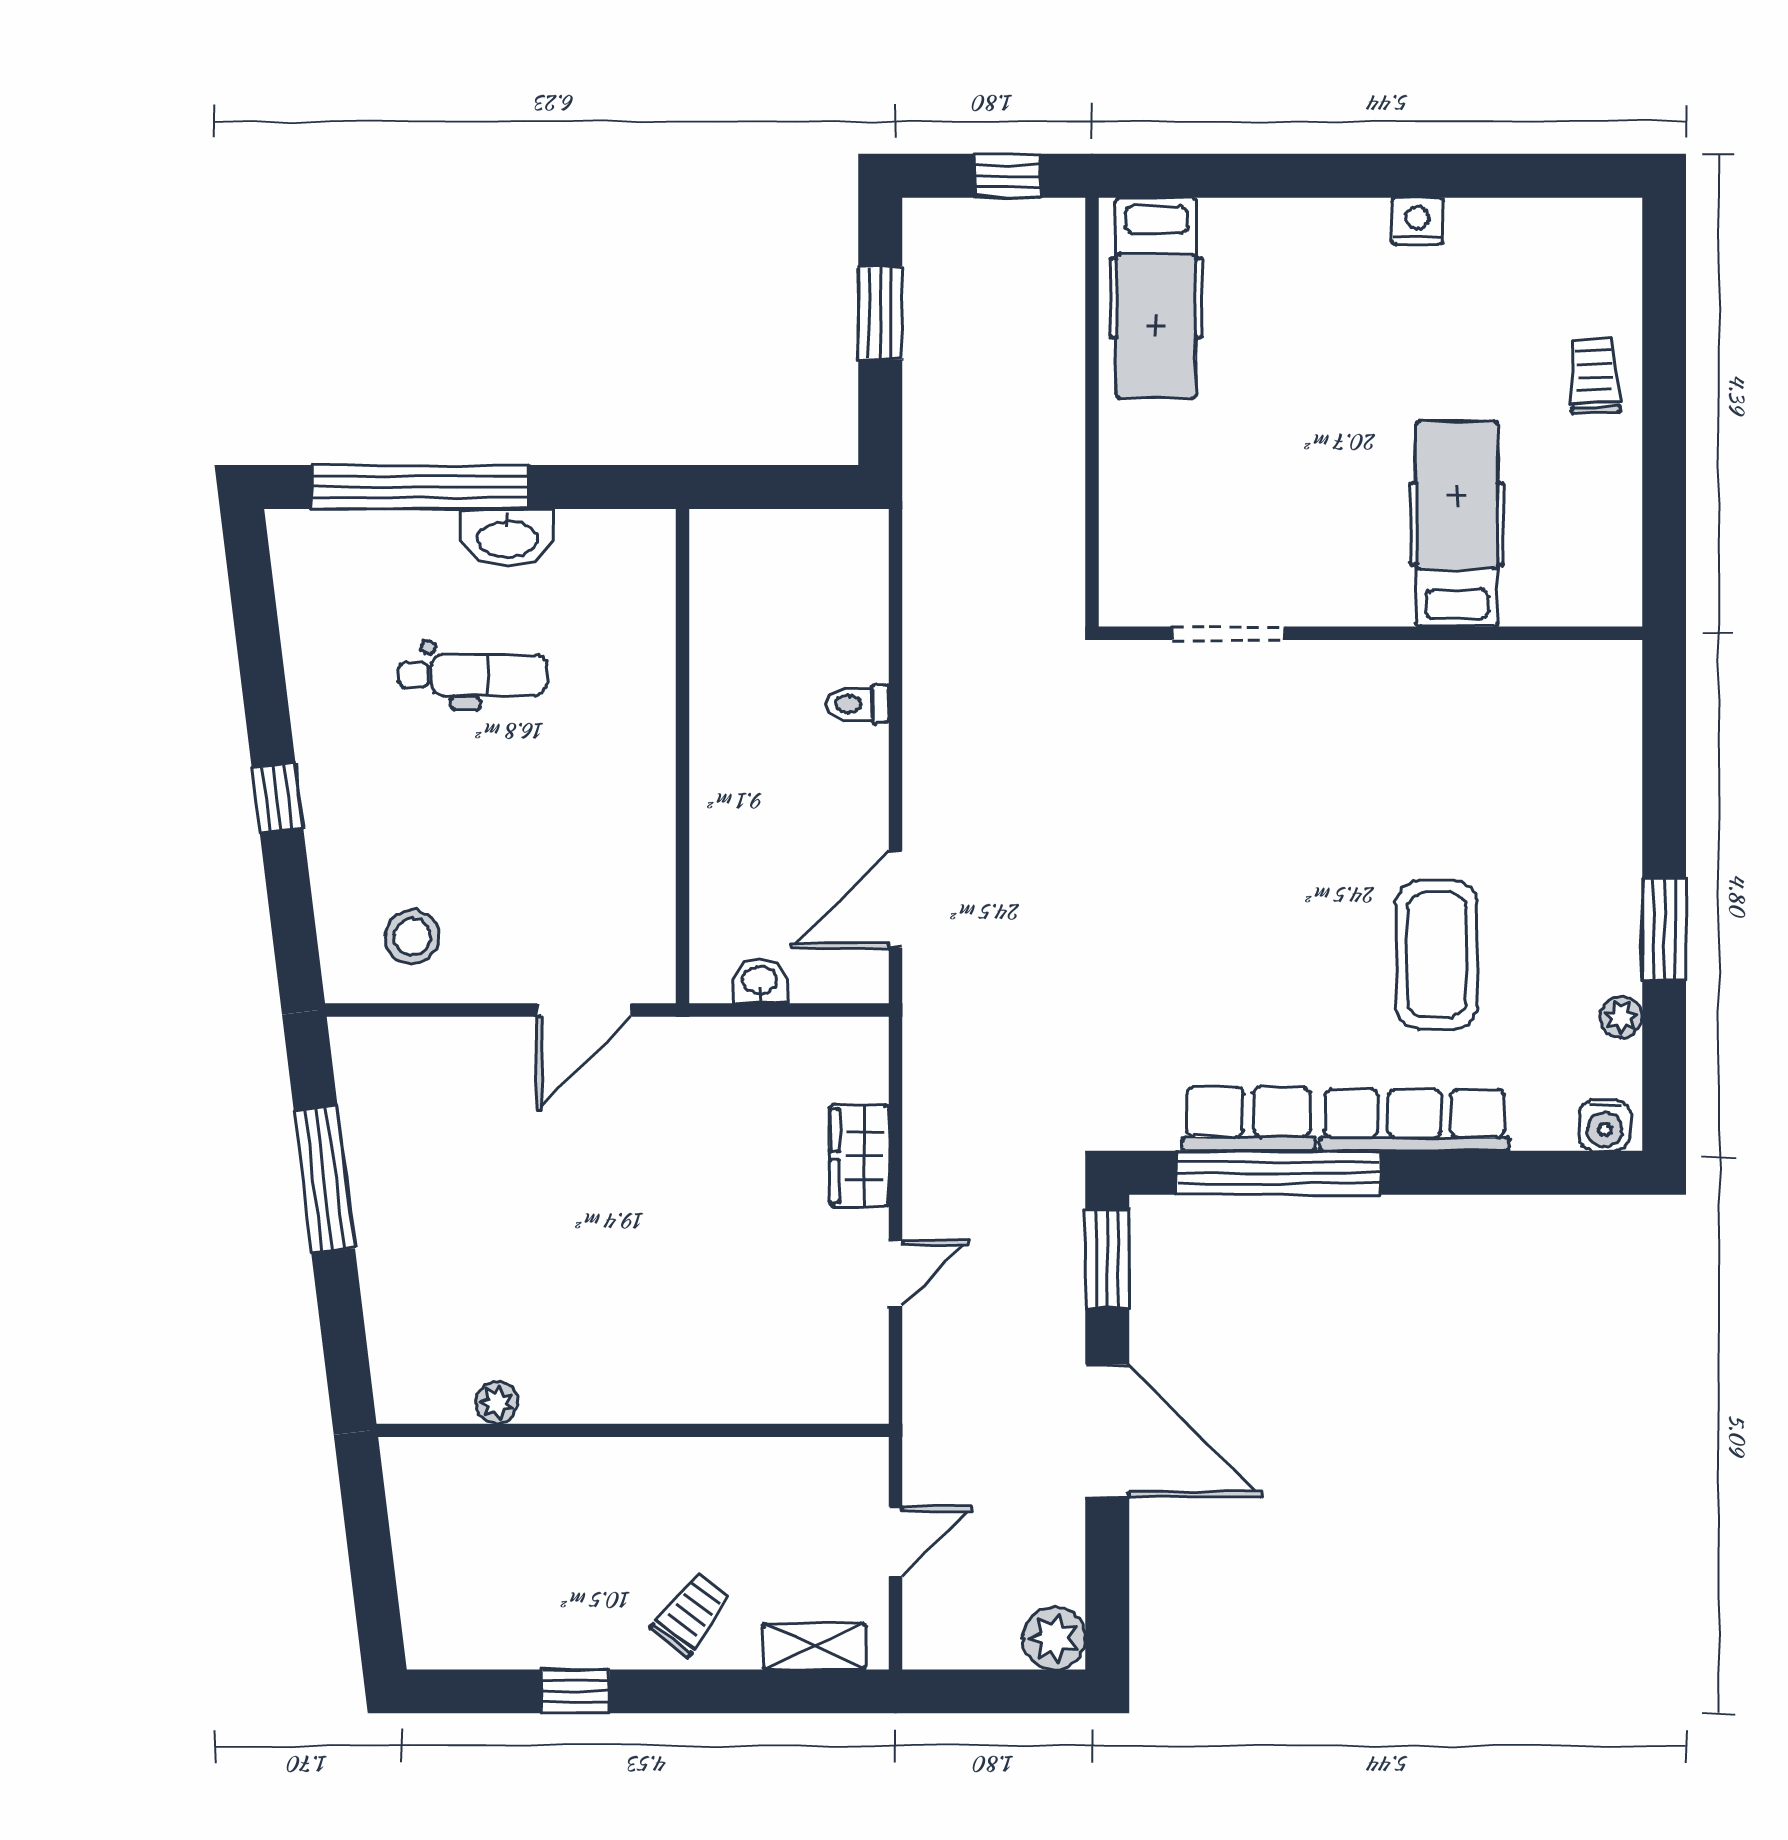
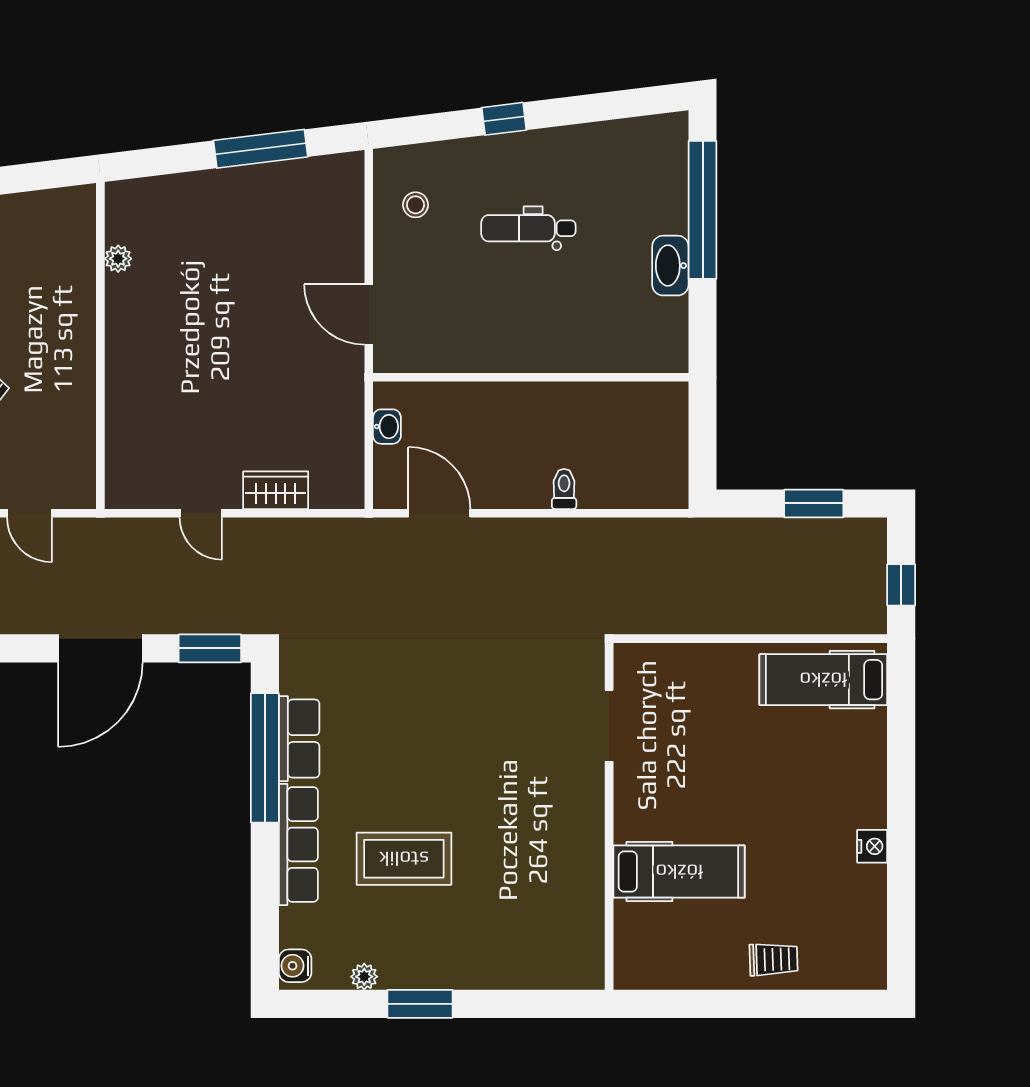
dental chair: (473, 675) -> (528, 228), moved, turned 90
stool: (412, 937) -> (415, 205), width x0.73, depth x0.73

